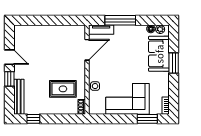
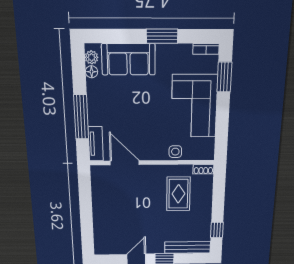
window: (174, 63) -> (162, 36), moved

